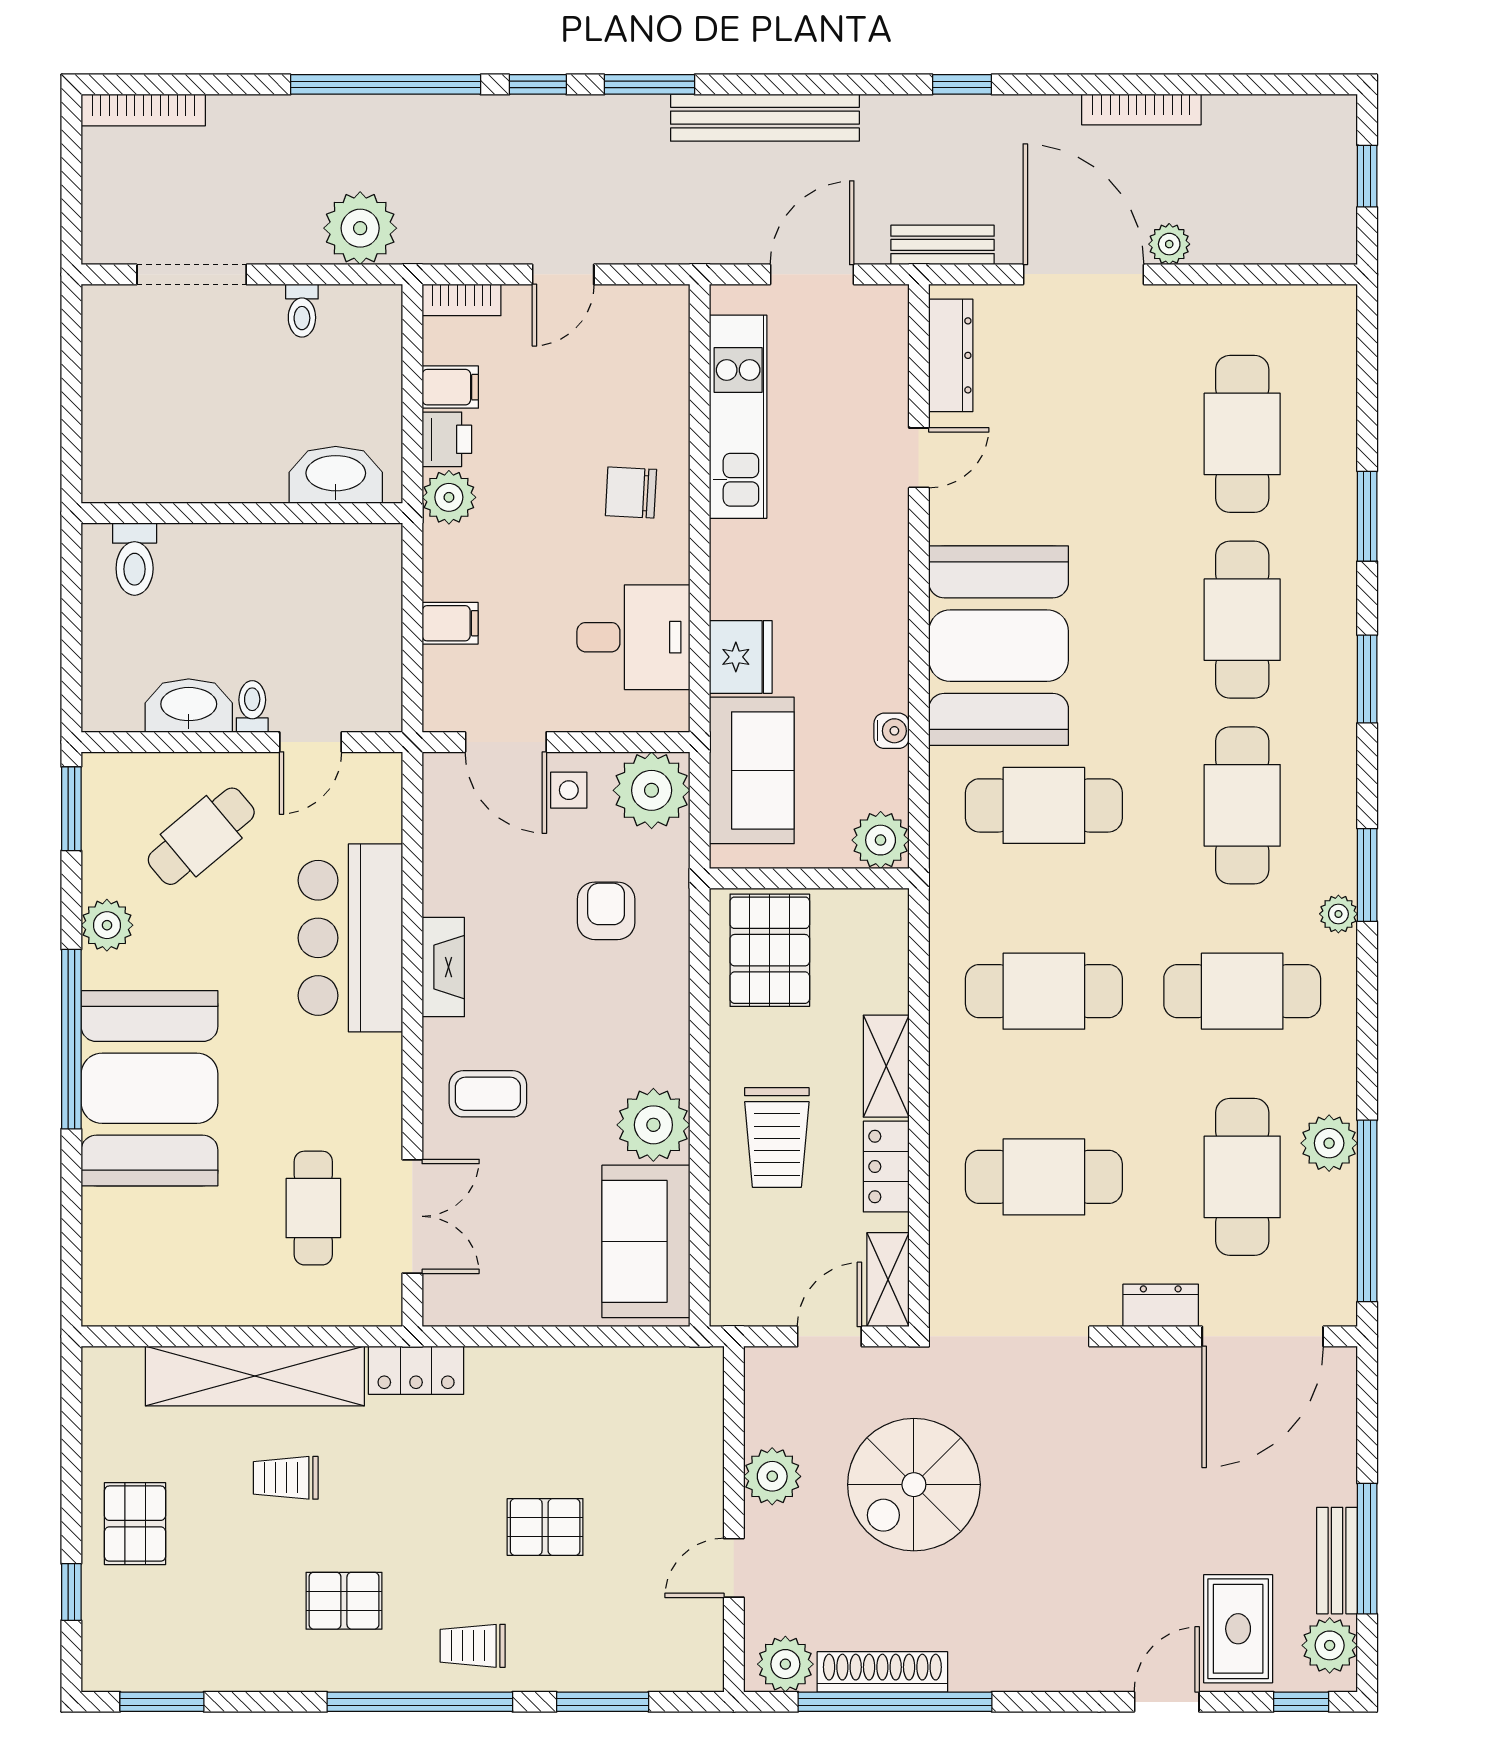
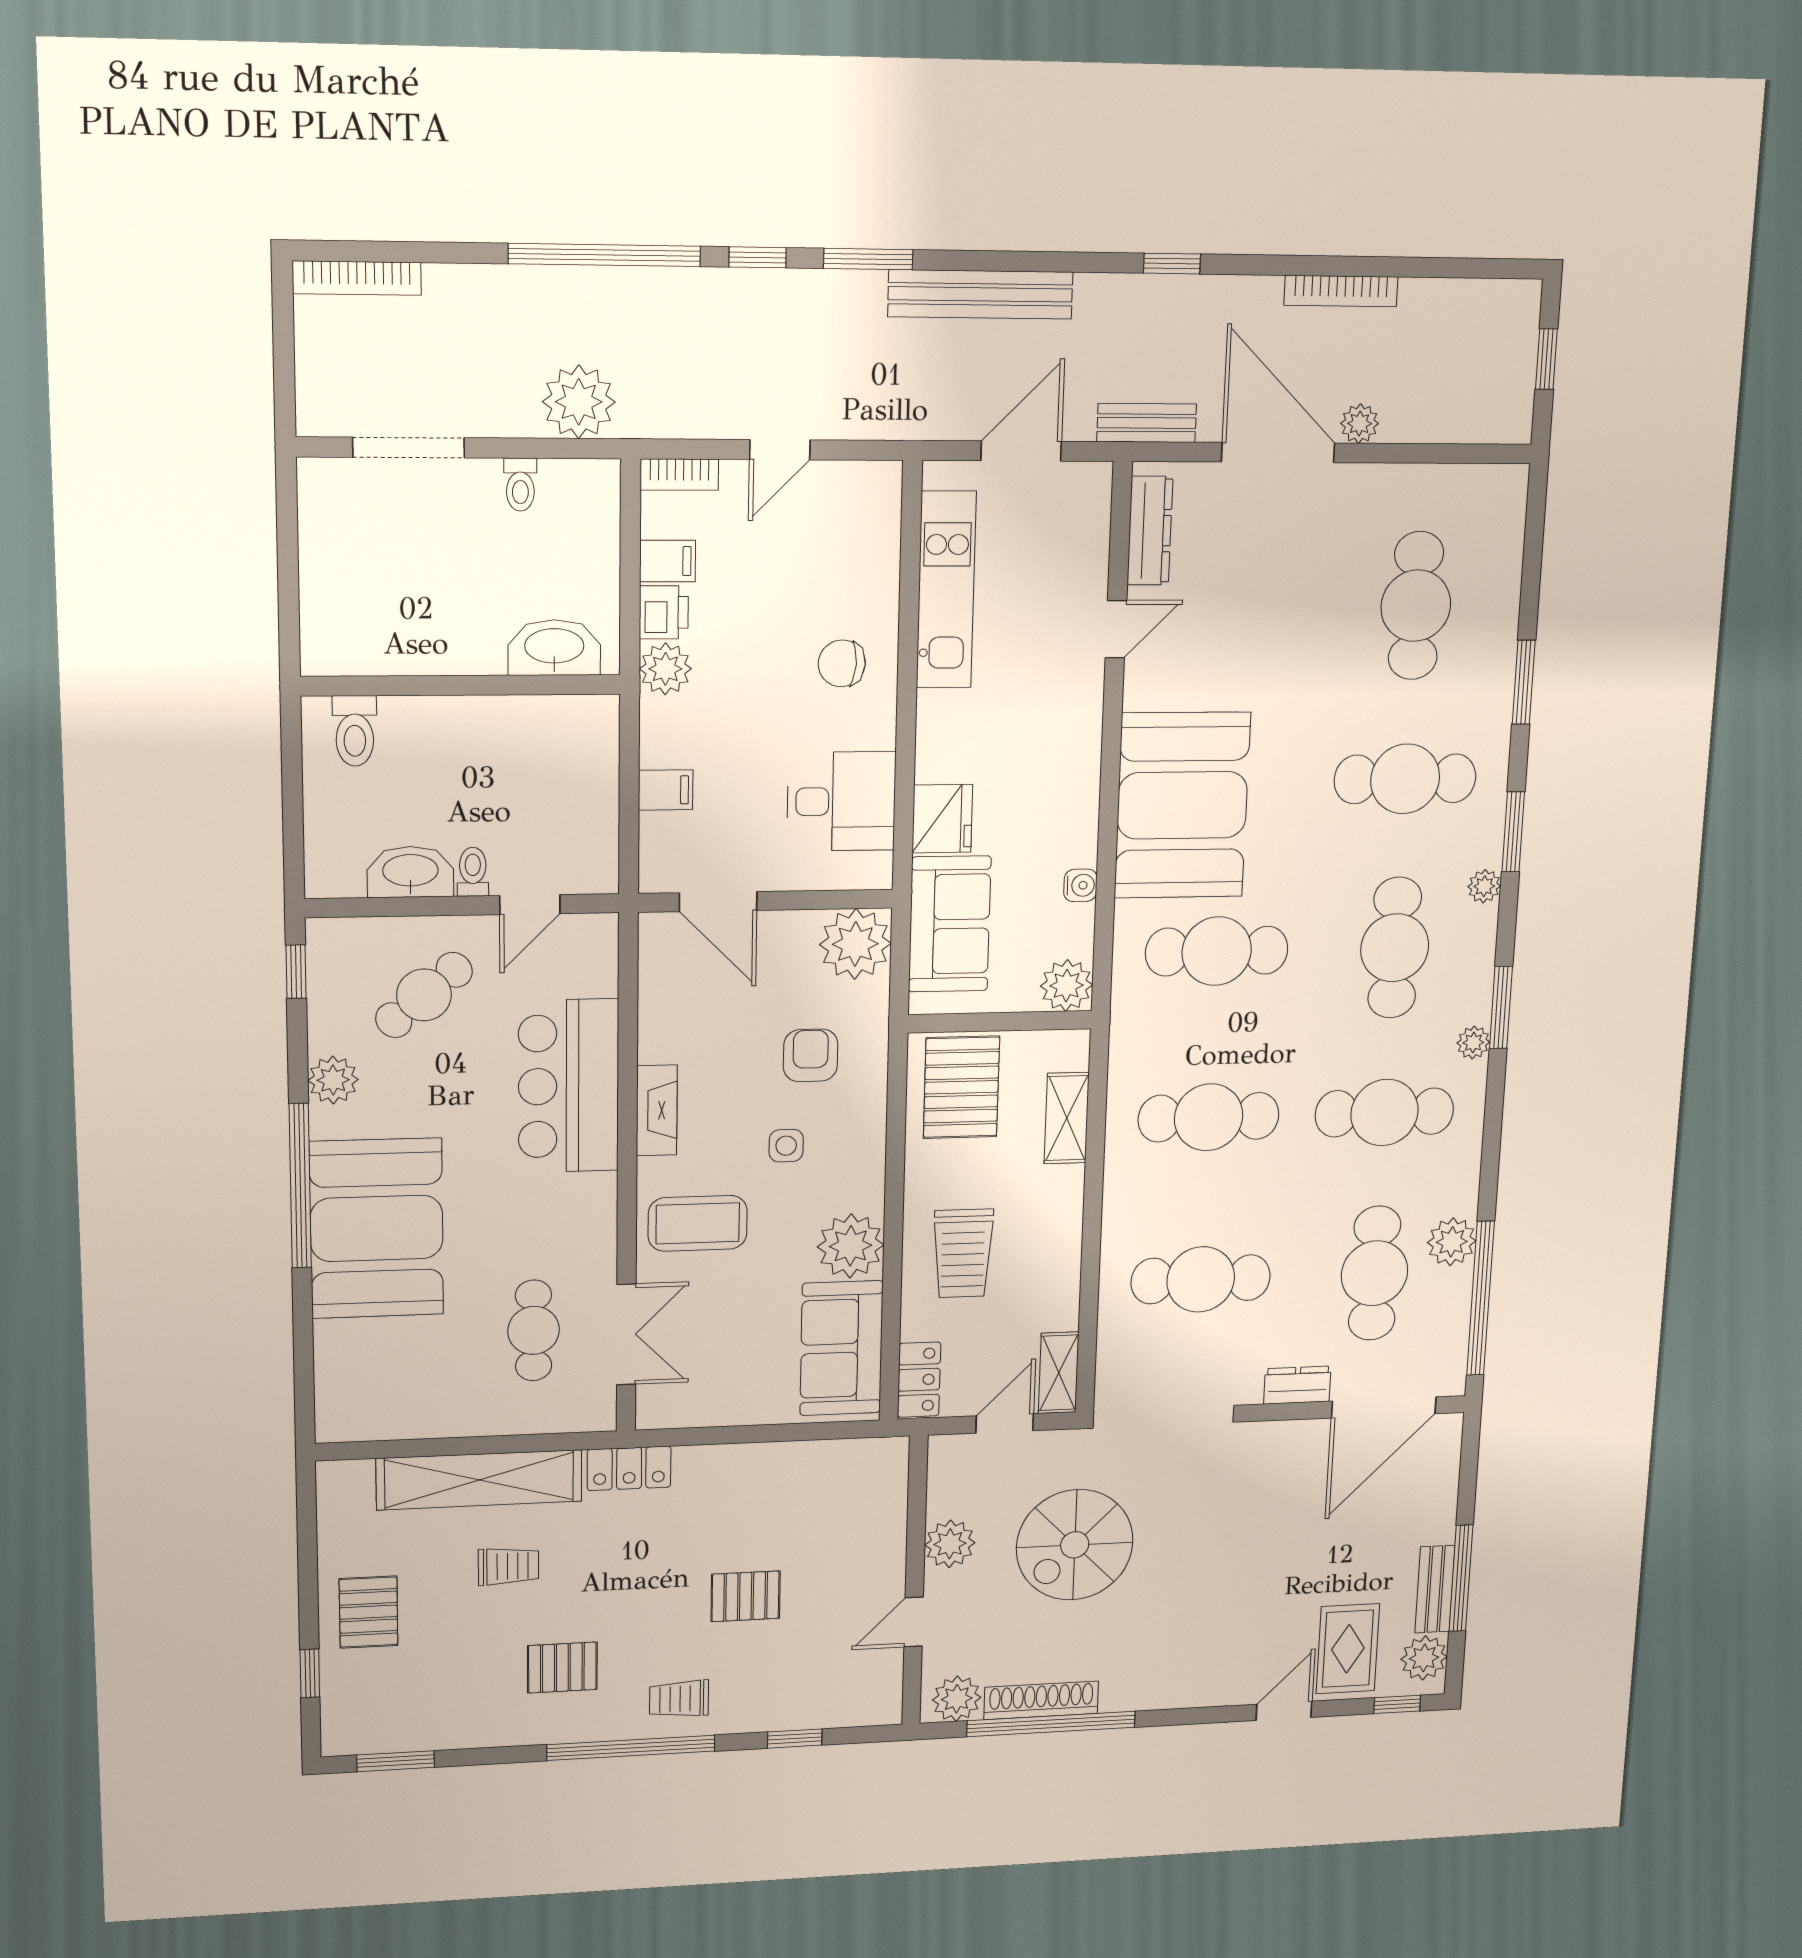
cafe table: (1242, 620) -> (1405, 779), turned 90
plant: (1339, 739) -> (1484, 886), added
side table: (569, 790) -> (786, 1146), moved
window: (71, 809) -> (296, 972), width x0.67
shelving: (886, 1066) -> (1067, 1118), moved
coffee table: (488, 1094) -> (698, 1223), width x1.36, depth x1.30
locker: (886, 1167) -> (919, 1380), moved, turned 180
trolley: (286, 1478) -> (509, 1566), turned 180
window: (603, 1702) -> (795, 1739), width x0.67

